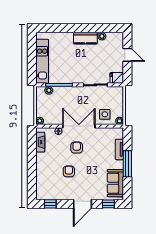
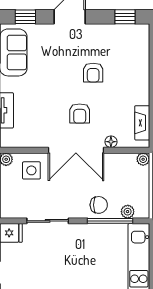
chair: (66, 94) -> (99, 205), added

